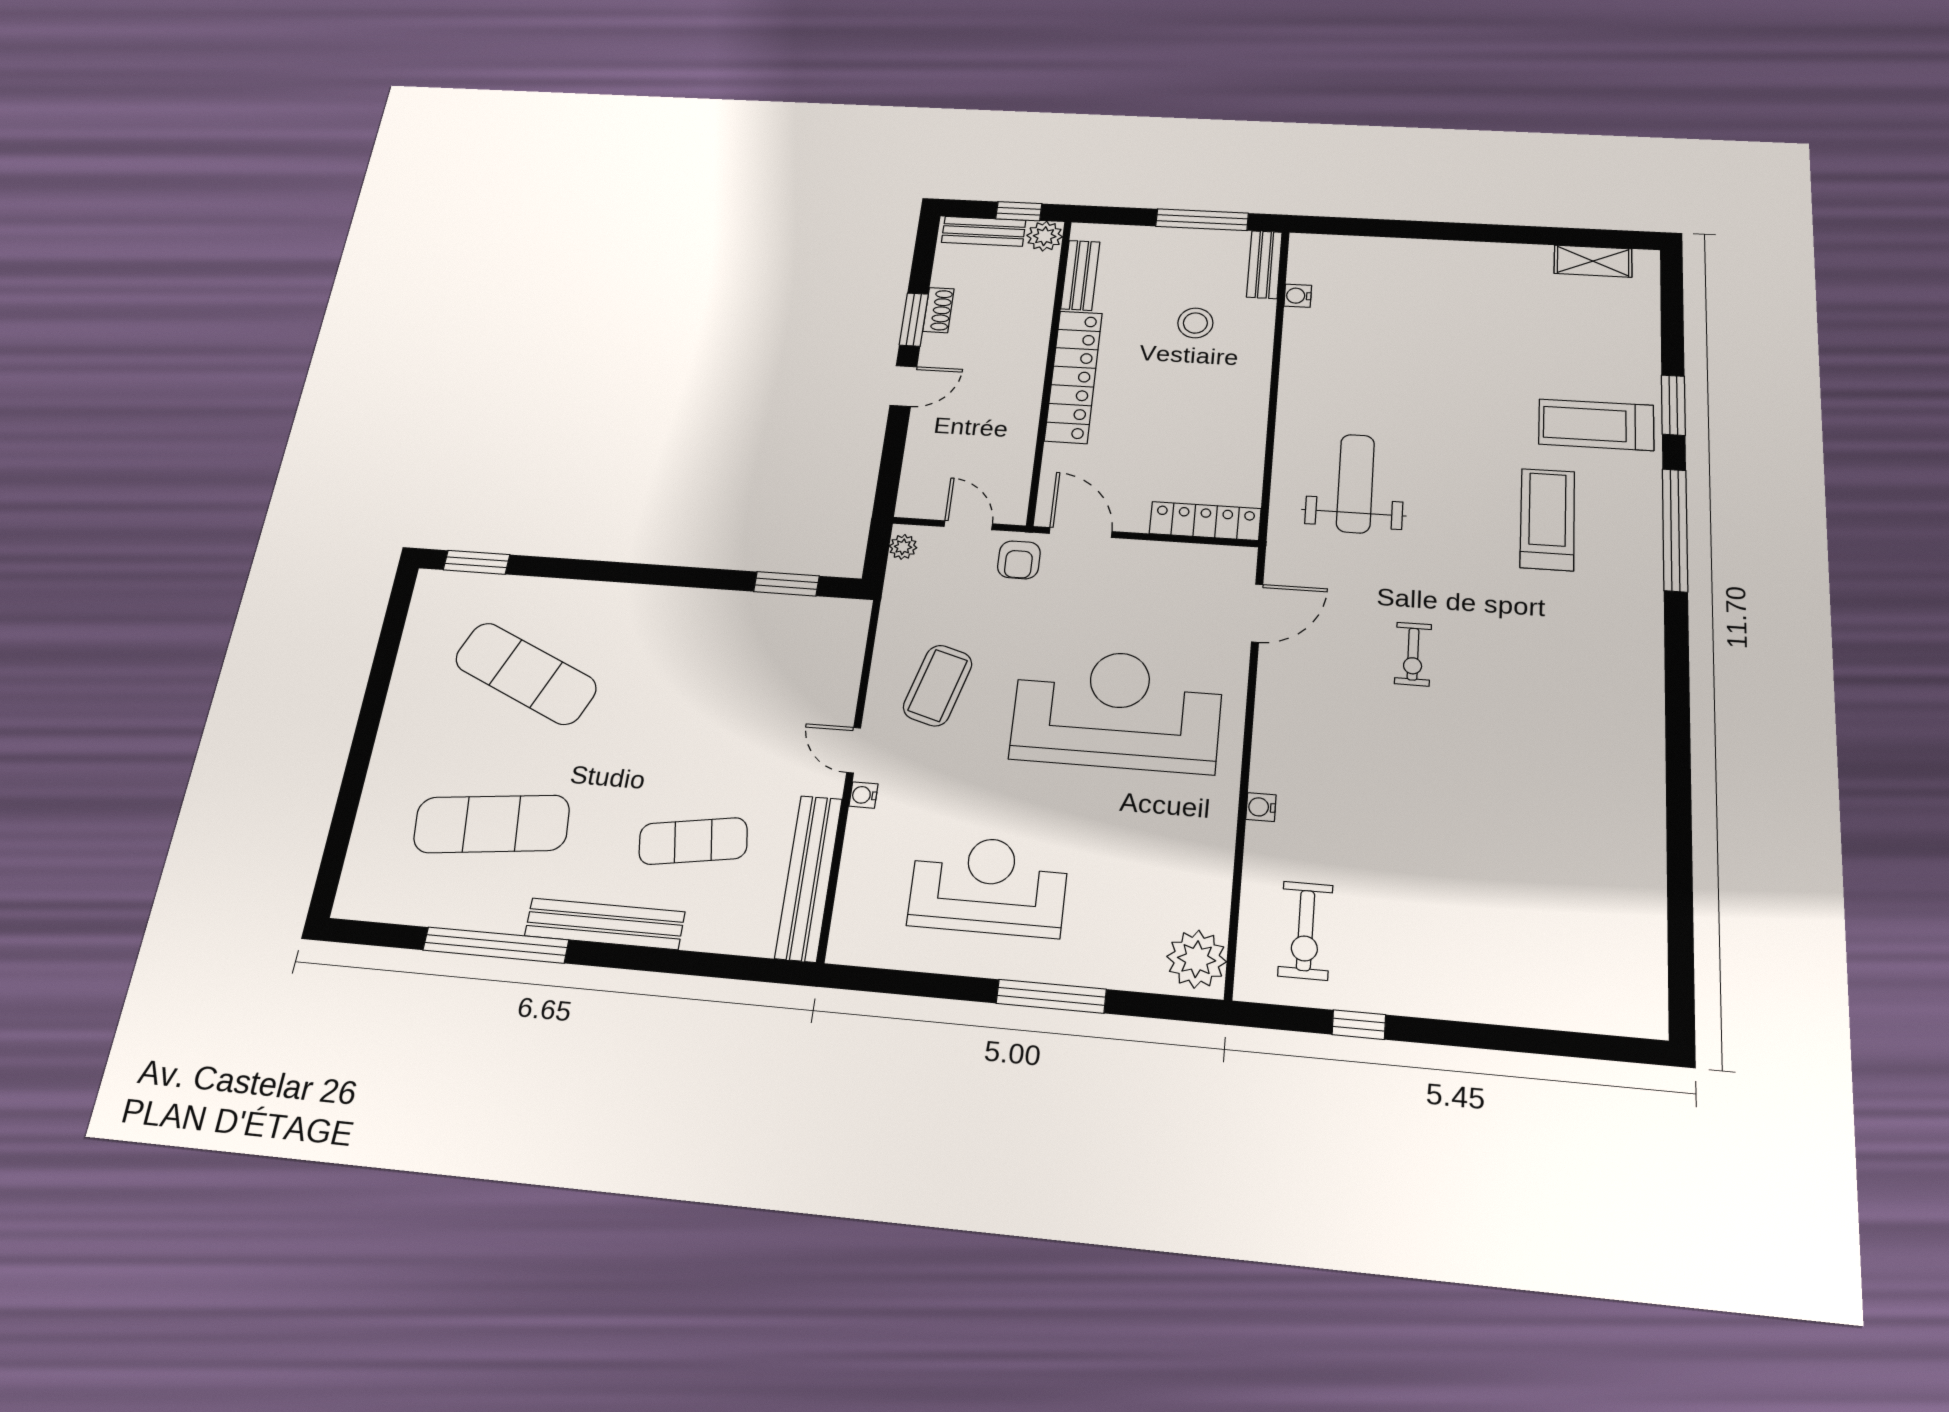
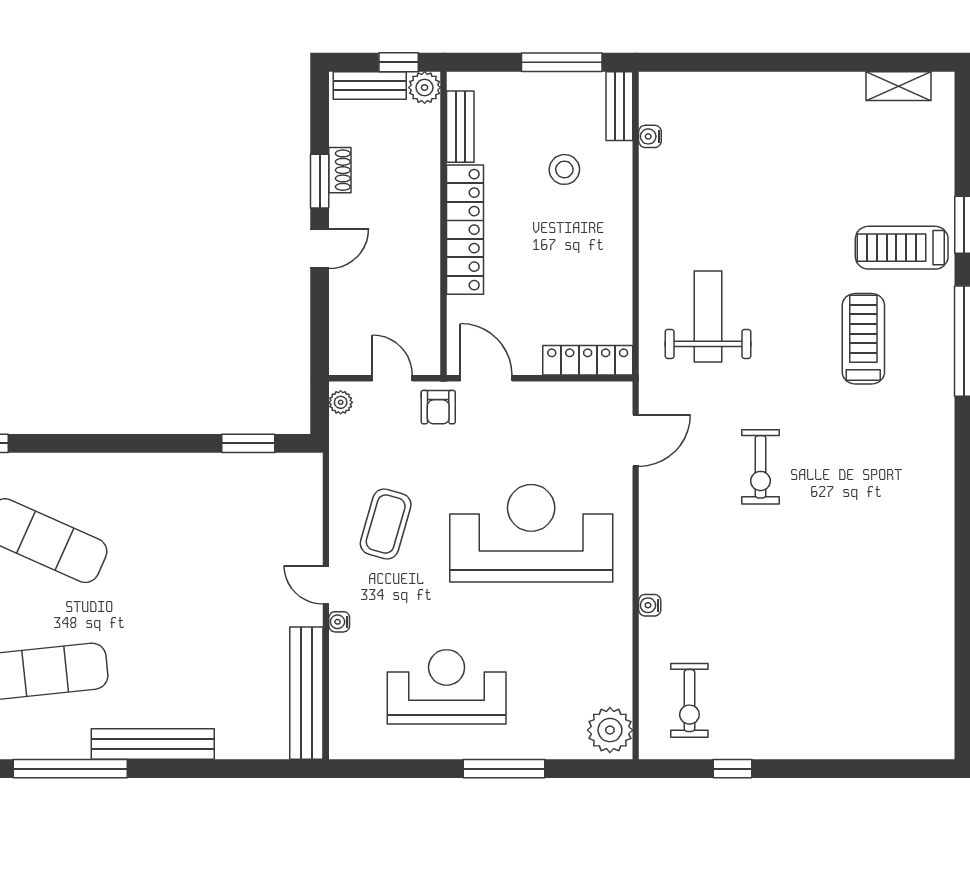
exercise bike: (1413, 654) -> (761, 467), width x1.38, depth x1.39
exercise mat: (693, 841) -> (210, 671), removed

